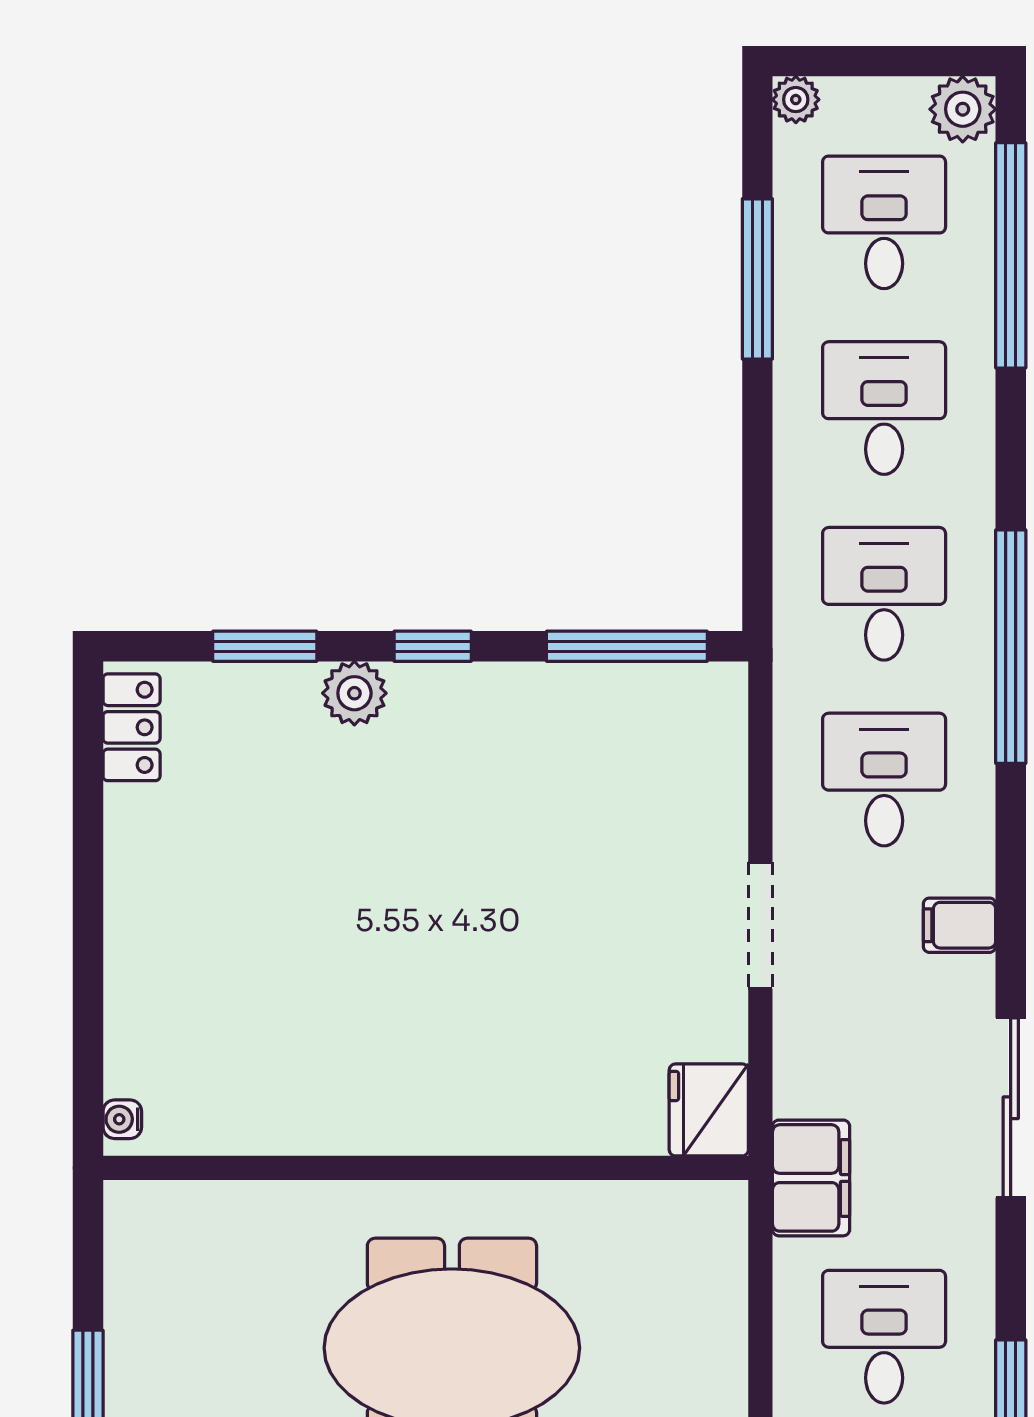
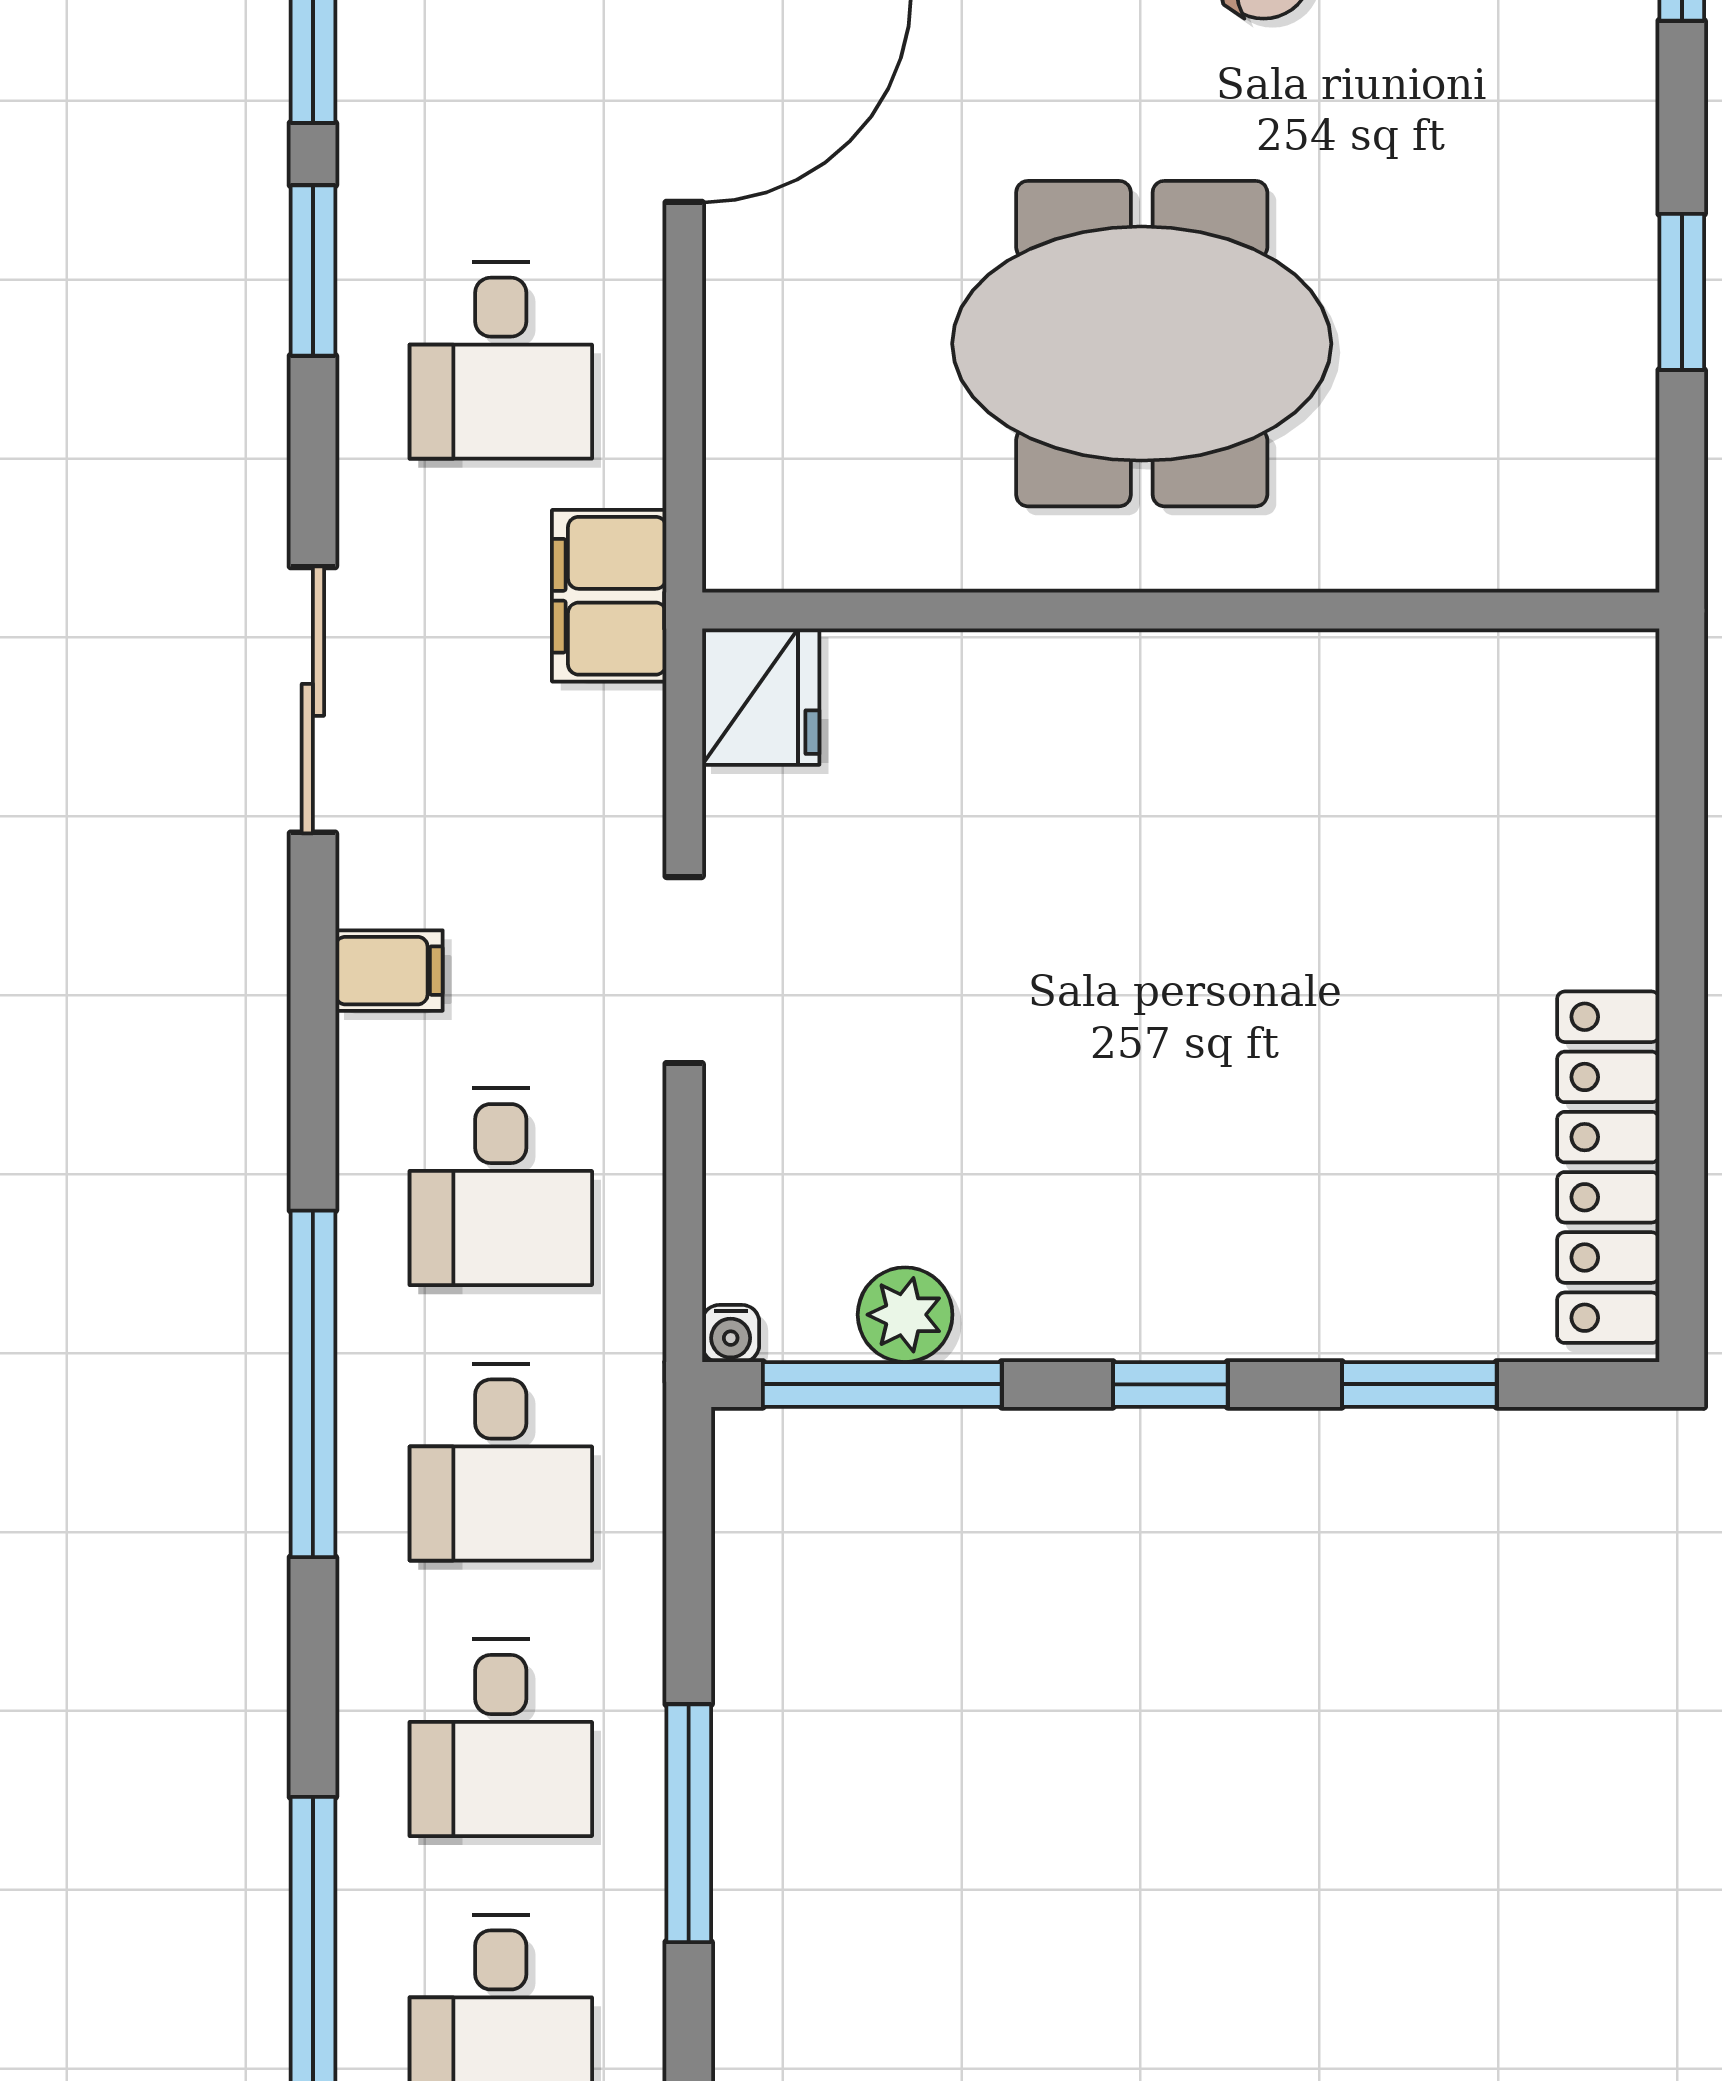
window: (757, 279) -> (689, 1823), moved
plant: (354, 693) -> (905, 1315), moved
locker: (132, 727) -> (1608, 1167), width x2.16, depth x1.21
water cooler: (122, 1119) -> (731, 1333), moved, turned 90

